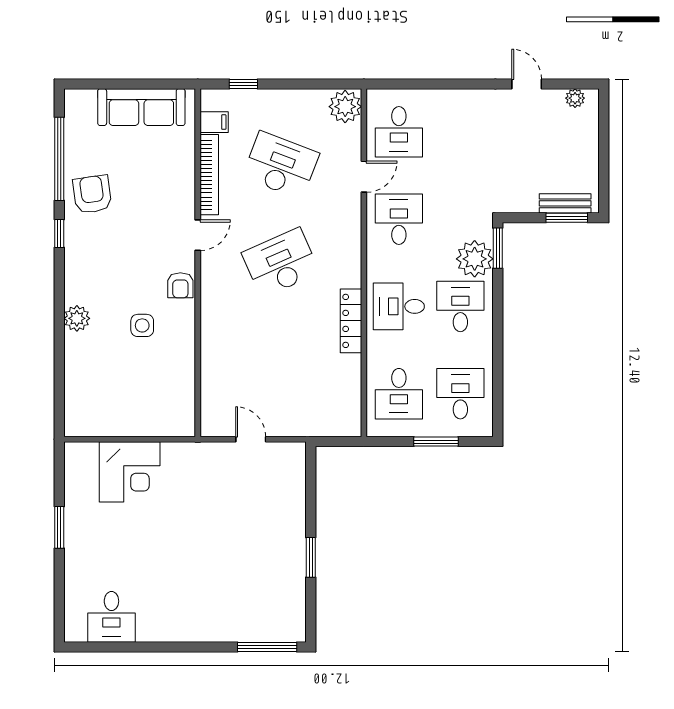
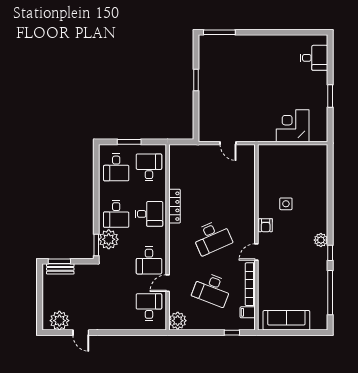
plant: (575, 98) -> (59, 321), width x1.87, depth x1.87
armchair: (92, 194) -> (313, 274), removed
armchair: (180, 285) -> (266, 225), turned 180
plant: (77, 318) -> (321, 240), moved
desk: (111, 617) -> (314, 58), moved, turned 90

